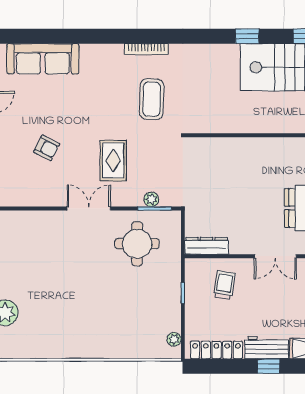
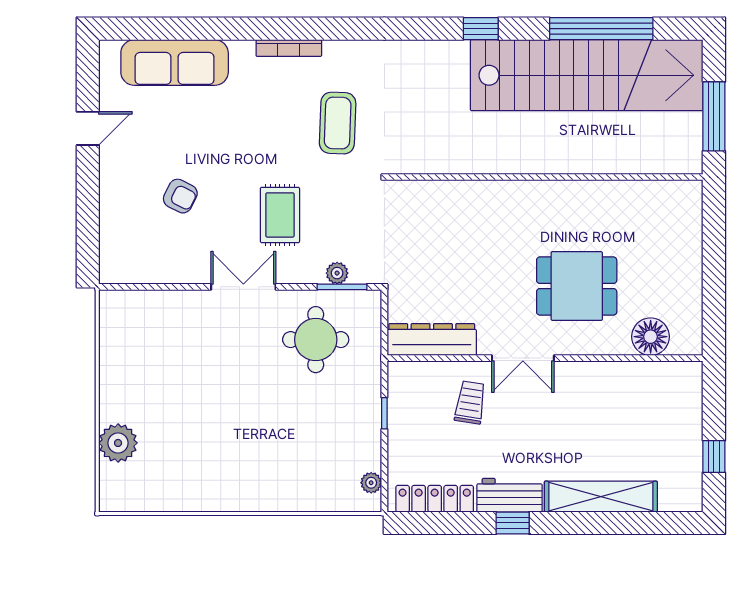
bookcase: (146, 49) -> (289, 48), moved
dresser: (207, 246) -> (432, 340), width x1.37, depth x1.24
trolley: (224, 285) -> (470, 402), moved

